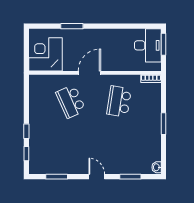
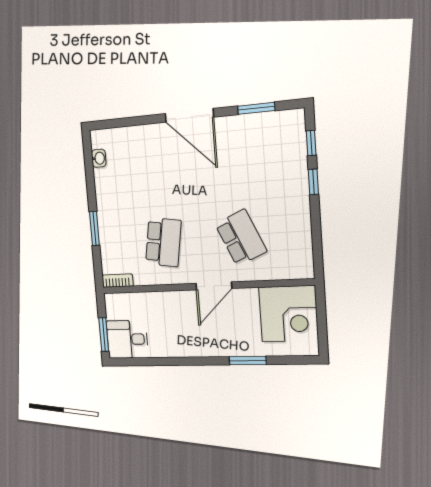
desk: (148, 45) -> (127, 339), width x0.73
window: (163, 124) -> (94, 228), moved
washbasin: (157, 167) -> (99, 158), moved
door: (97, 177) -> (189, 115), width x1.88
window: (130, 177) -> (136, 121), removed

